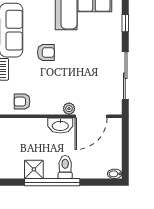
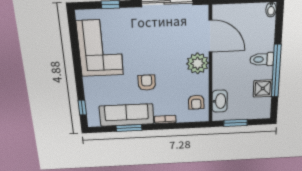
plant: (69, 109) -> (198, 63), width x1.87, depth x1.87
washbasin: (60, 125) -> (220, 101), moved

